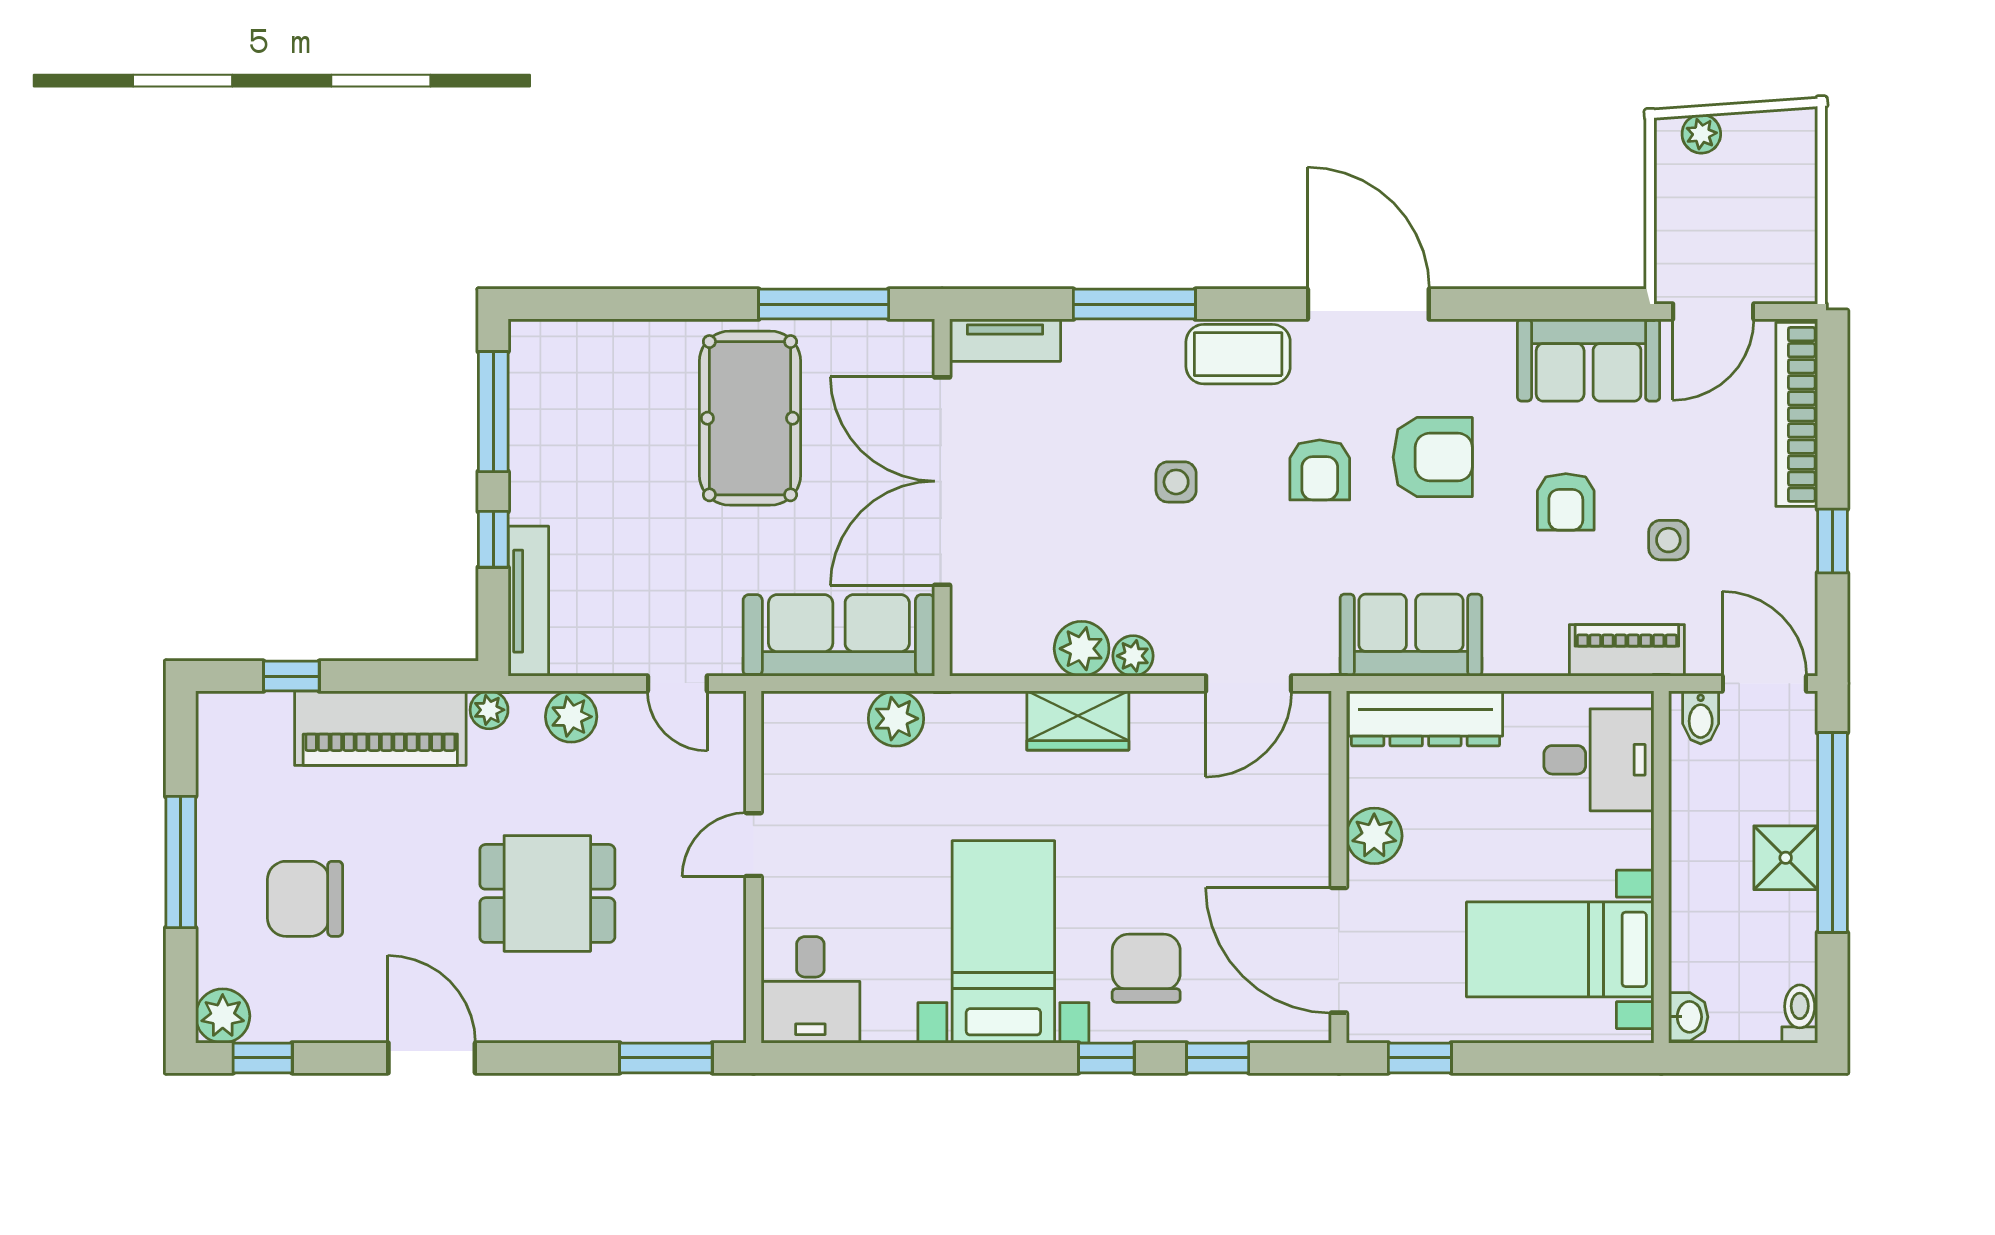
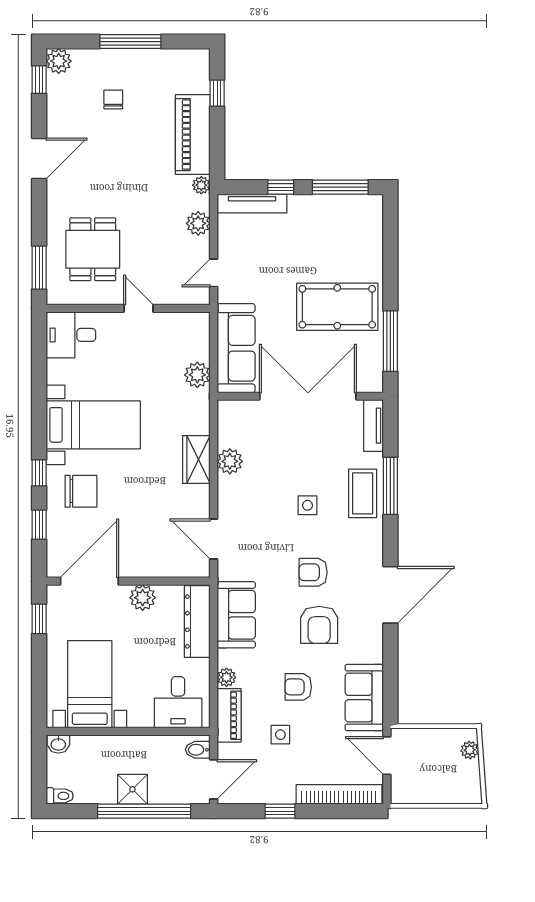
coffee table: (1238, 354) -> (363, 493), moved
plant: (1133, 656) -> (226, 677), moved
dining table: (547, 893) -> (93, 249), moved
chair: (305, 899) -> (113, 99), width x0.54, depth x0.54

